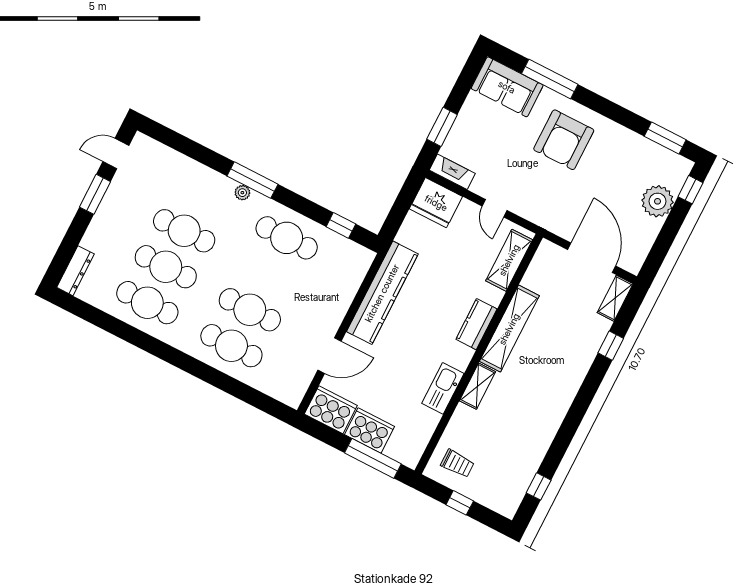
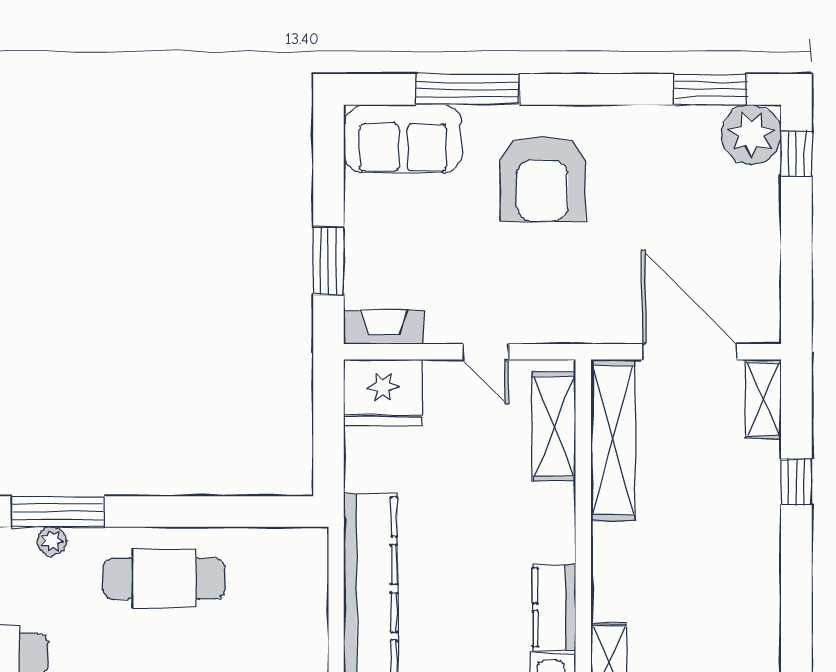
plant: (657, 201) -> (751, 134), moved
window: (341, 225) -> (244, 512), removed
kitchen counter: (476, 324) -> (554, 607), moved
shelving: (509, 329) -> (613, 440), moved

